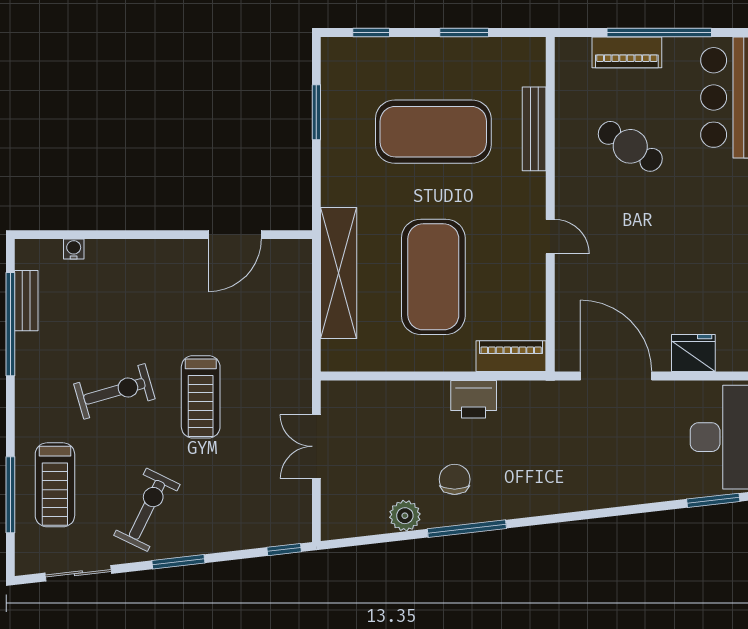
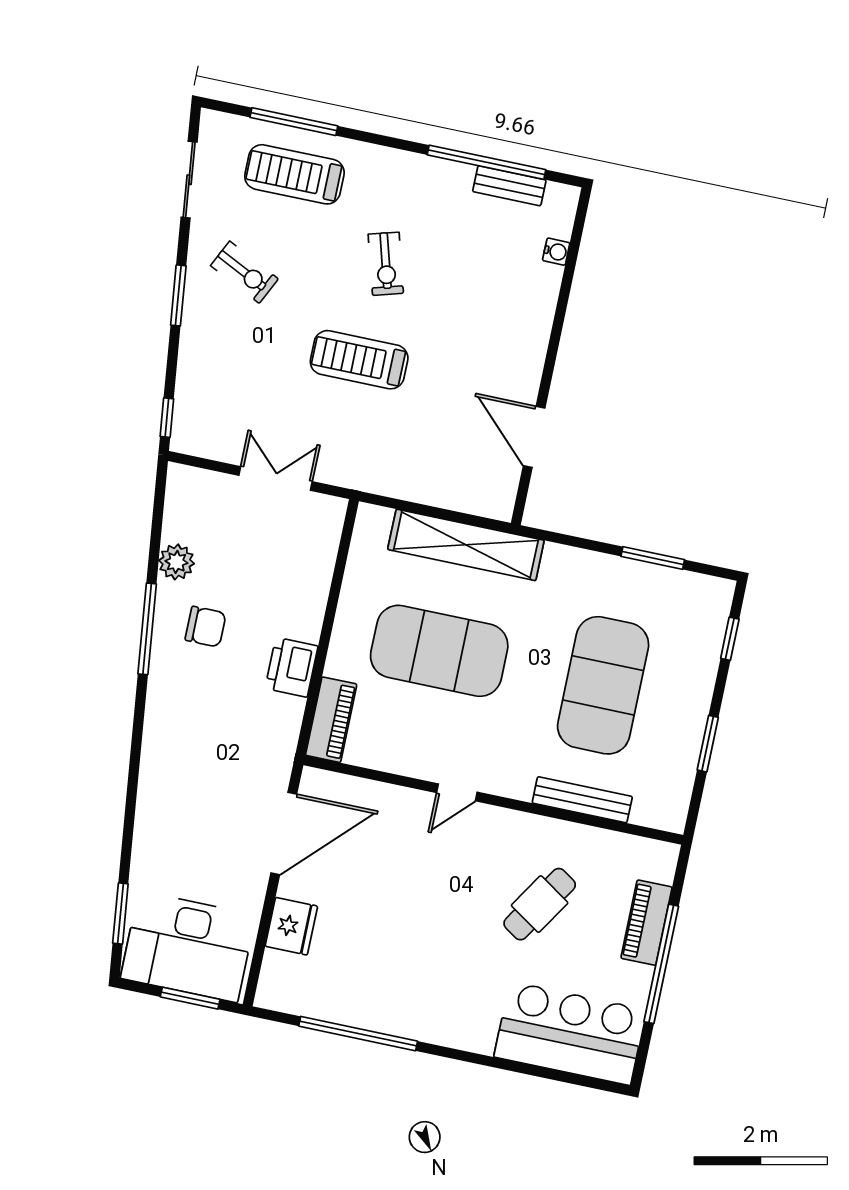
exercise bike: (114, 391) -> (386, 264), width x0.73, depth x0.72
exercise bike: (147, 510) -> (244, 272), width x0.73, depth x0.72

